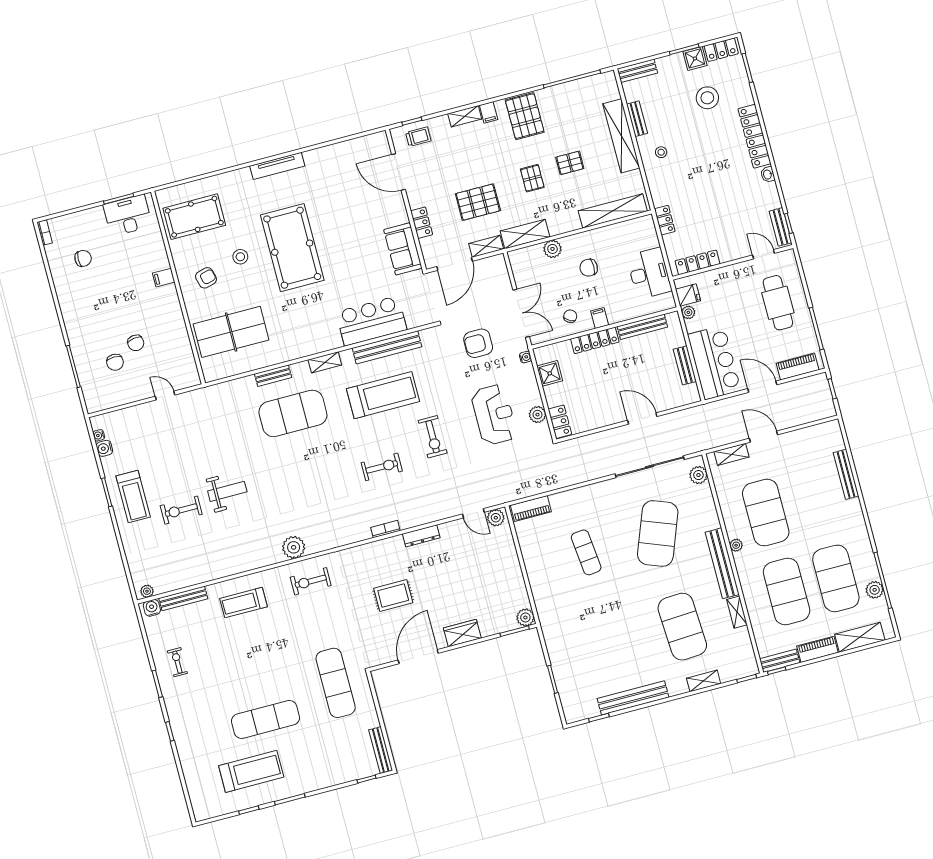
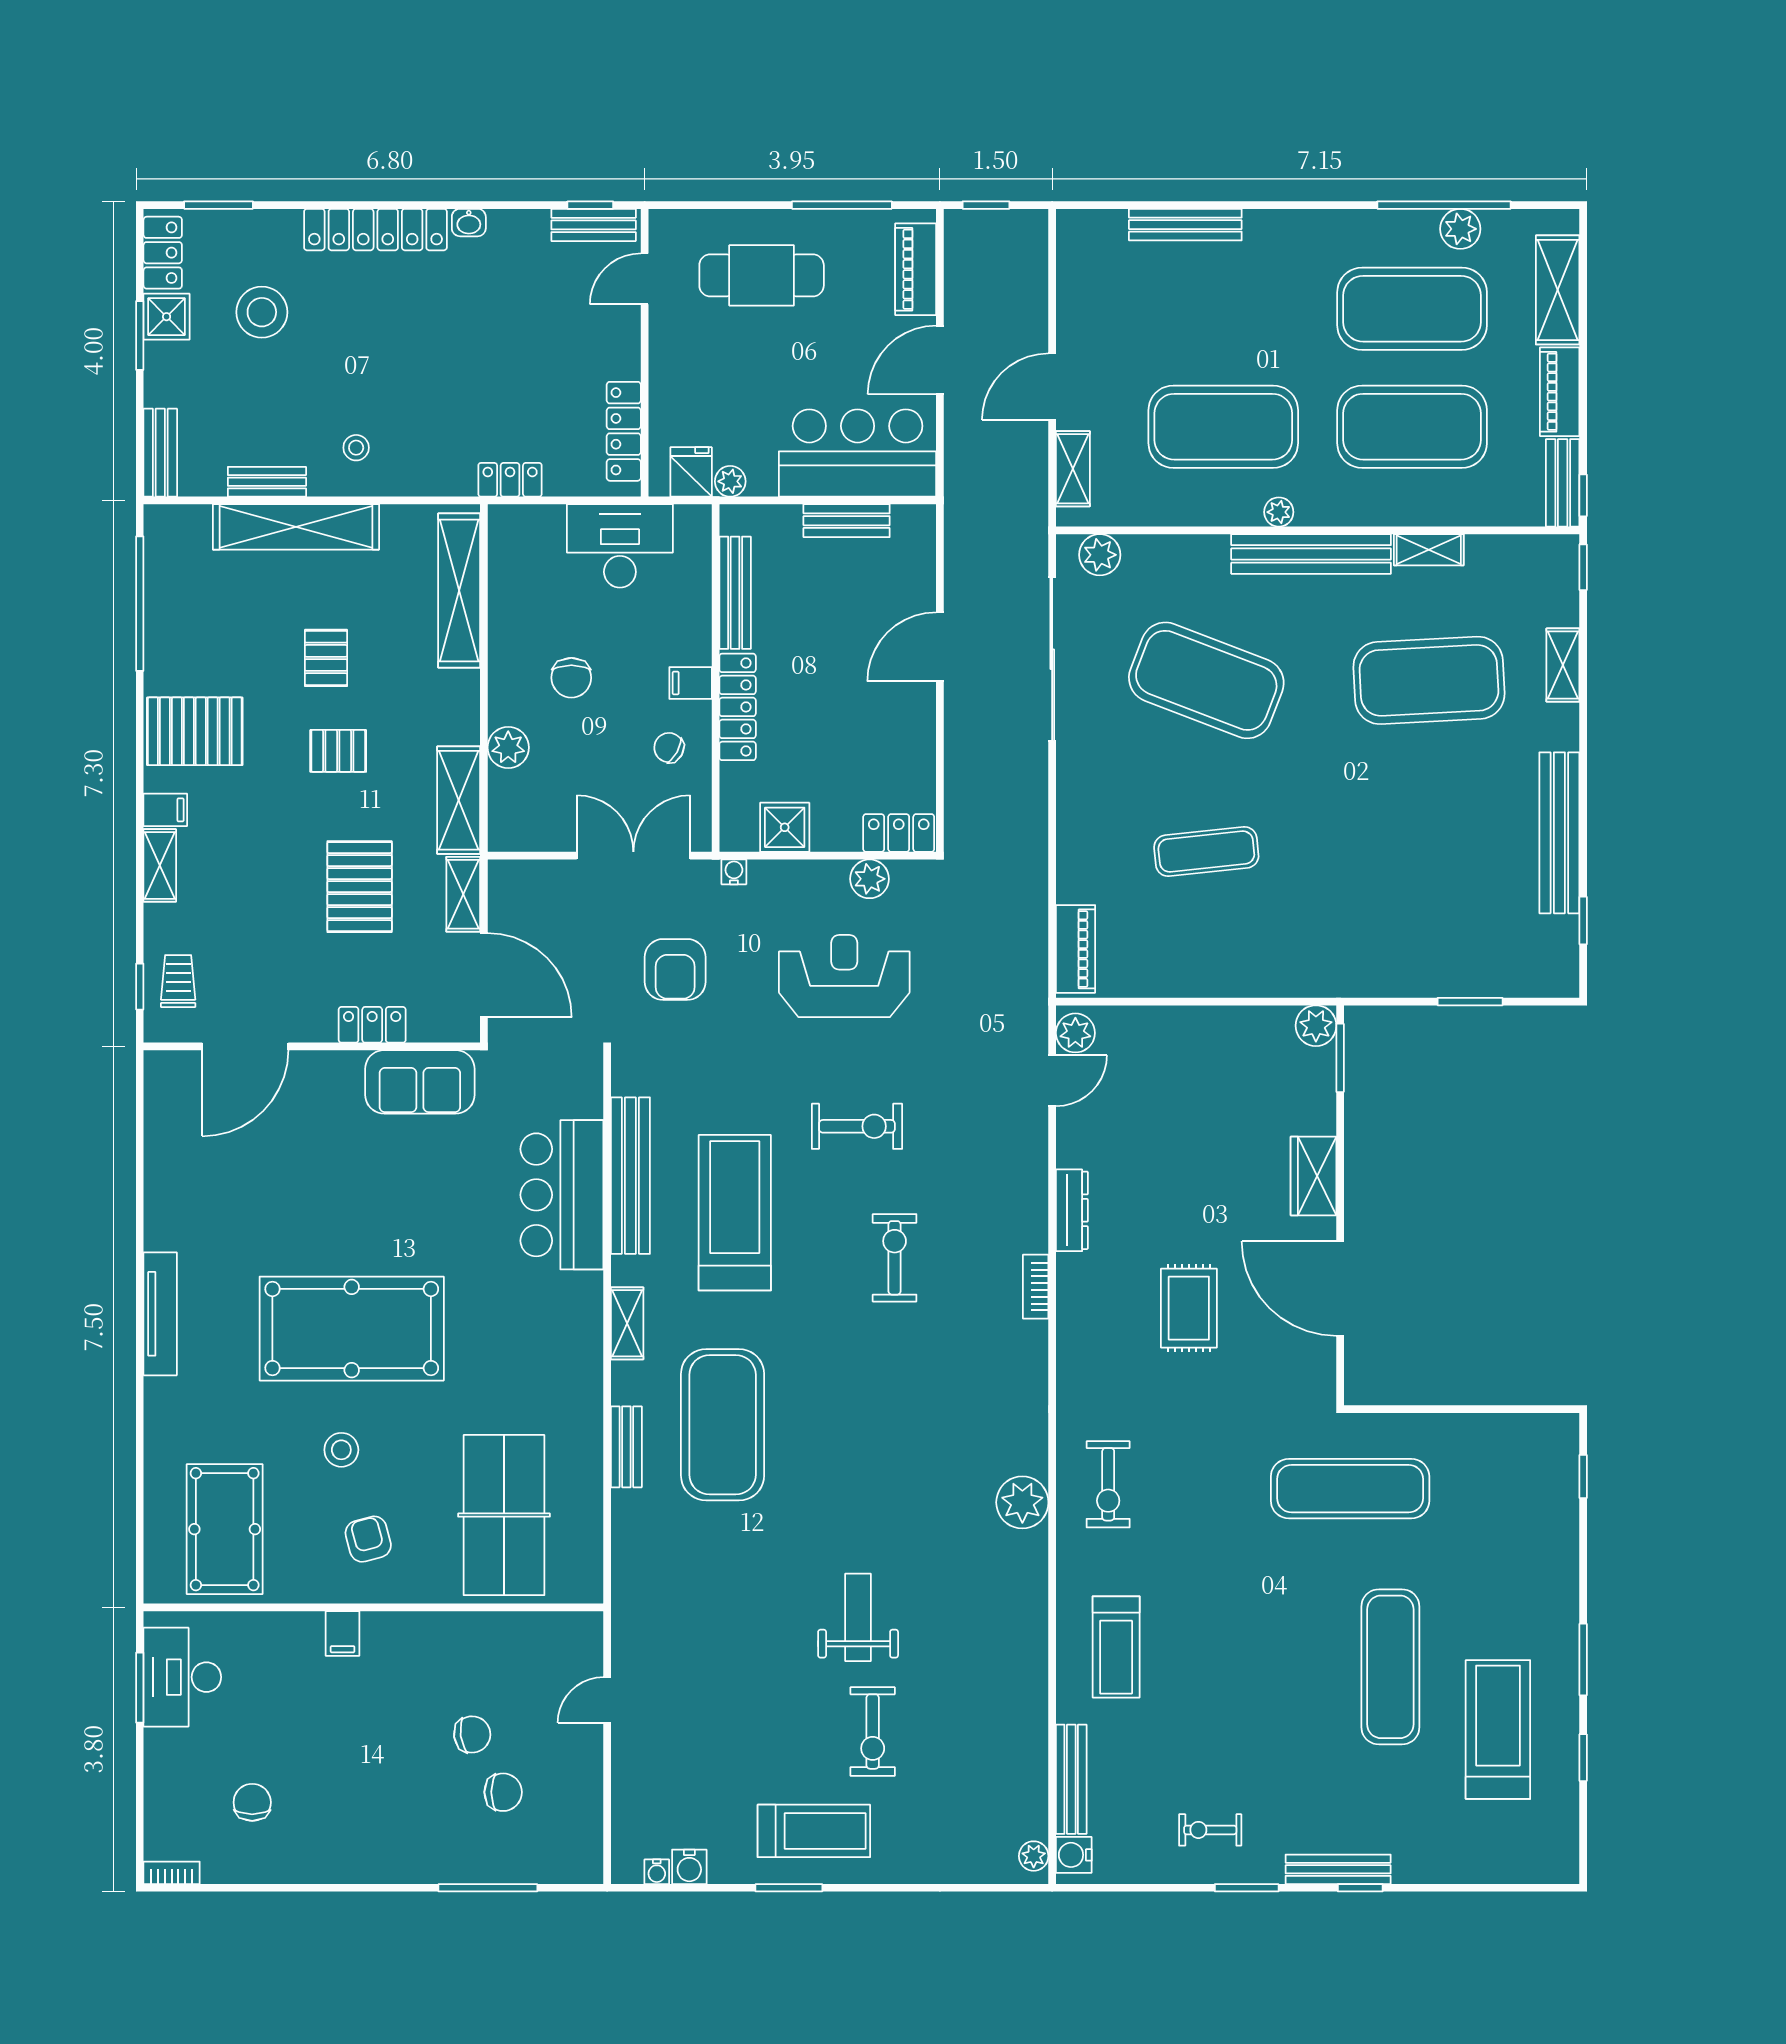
bench: (381, 750) -> (1338, 1869), moved

